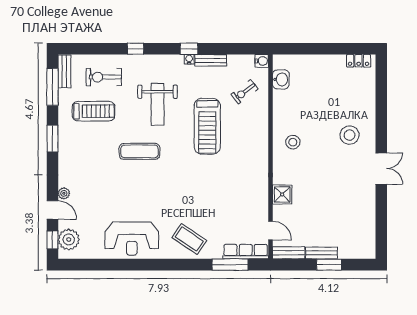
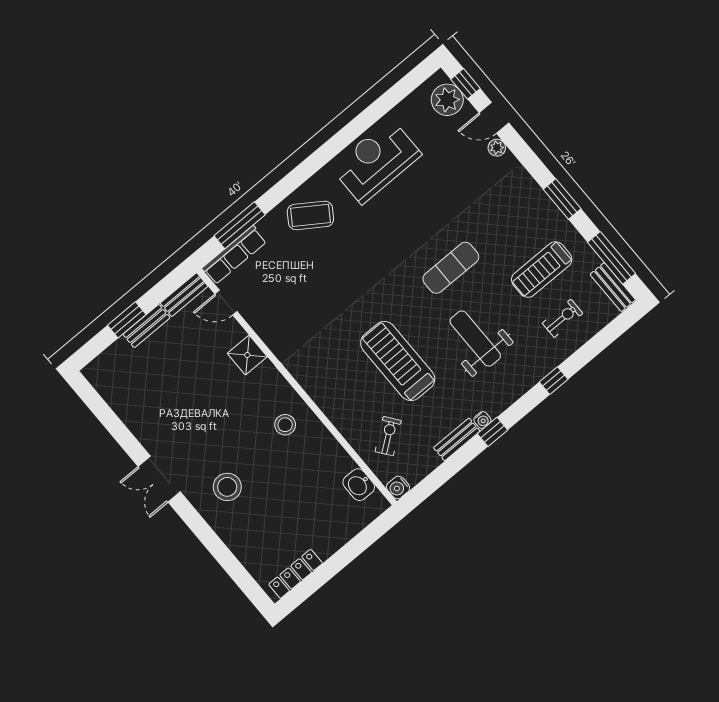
locker: (359, 61) -> (296, 574), width x1.53
exercise bike: (104, 77) -> (563, 318), width x0.73, depth x0.72

